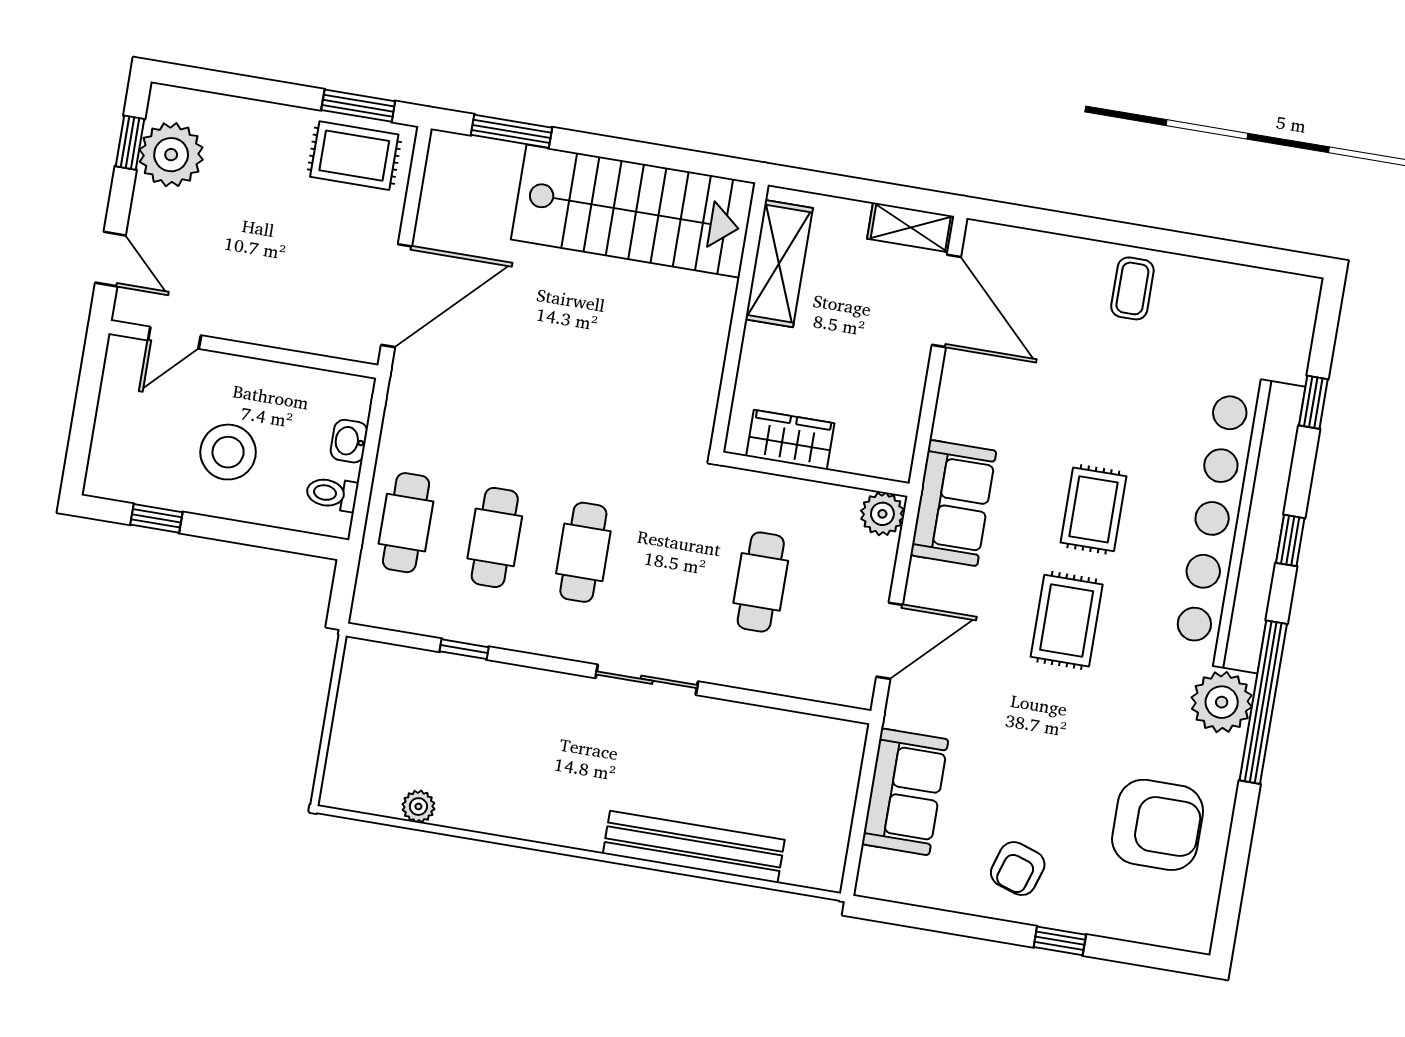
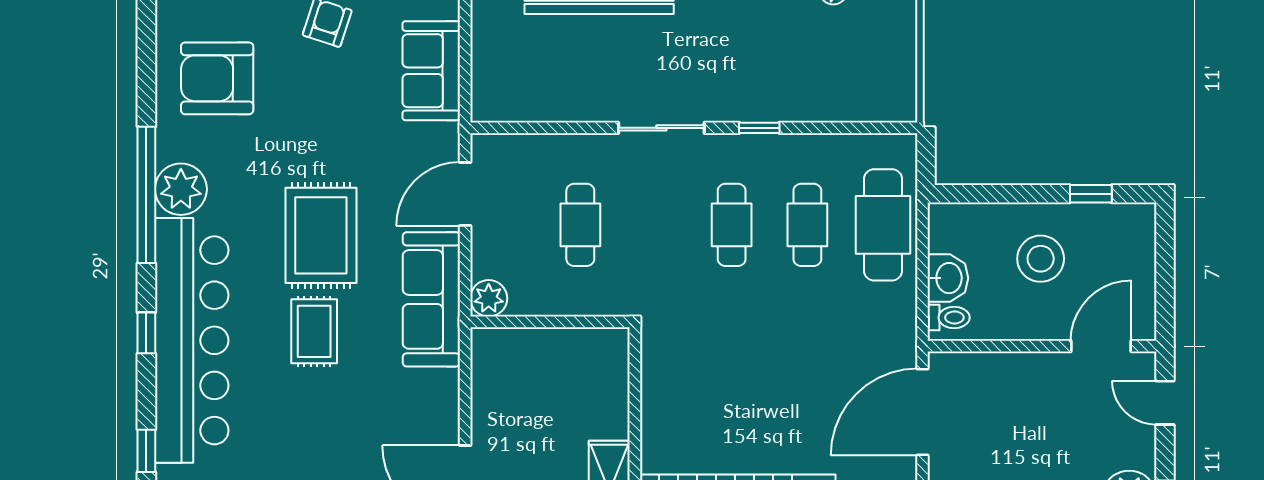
door: (174, 338) -> (1101, 346), width x1.38
wardrobe: (790, 440) -> (576, 347), removed
washbasin: (349, 441) -> (948, 278), width x1.38, depth x1.45
toilet: (332, 494) -> (949, 317), moved
sofa: (953, 503) -> (431, 299), width x1.36
cafe table: (406, 523) -> (883, 225), width x1.37, depth x1.35
rug: (1067, 621) -> (321, 235), width x1.36, depth x1.43
window: (464, 649) -> (759, 128), moved

